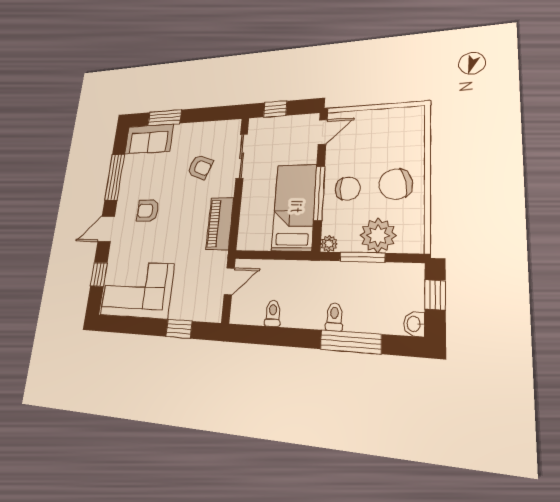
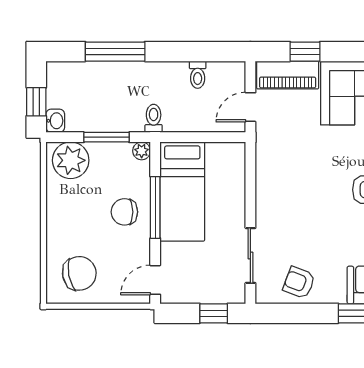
armchair: (200, 167) -> (299, 282), moved
chair: (396, 184) -> (79, 273), moved
piano: (220, 224) -> (288, 75), moved, turned 90
plant: (378, 235) -> (71, 160), moved
toilet: (334, 317) -> (154, 118), moved, turned 180
washbasin: (414, 324) -> (55, 121), moved

